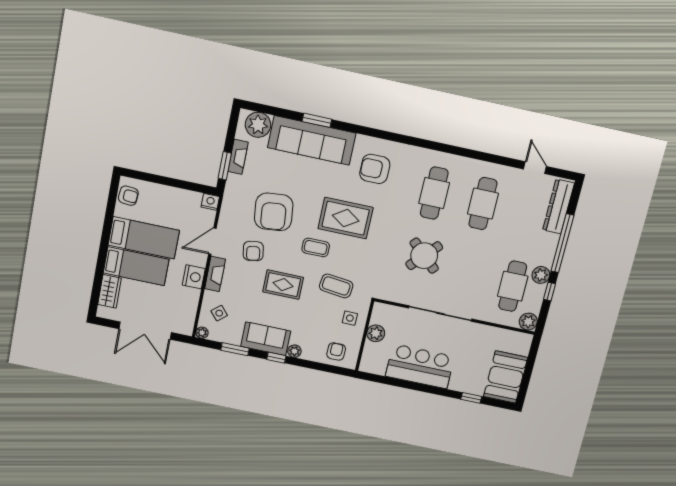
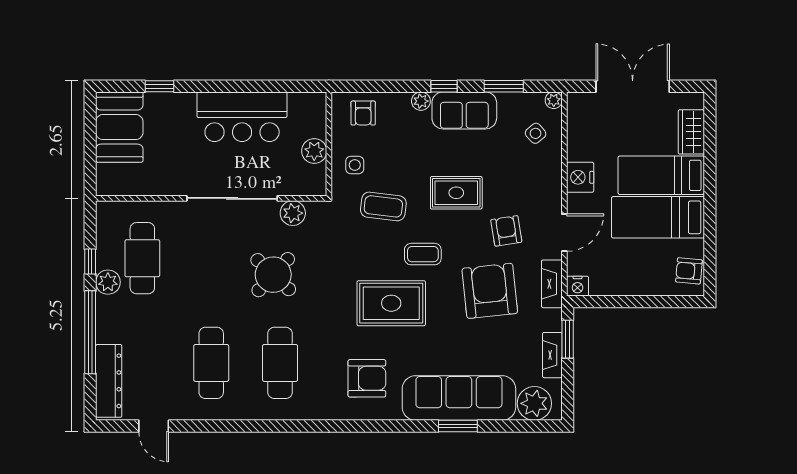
fireplace: (215, 274) -> (552, 284), moved
plant: (528, 322) -> (293, 213), moved

